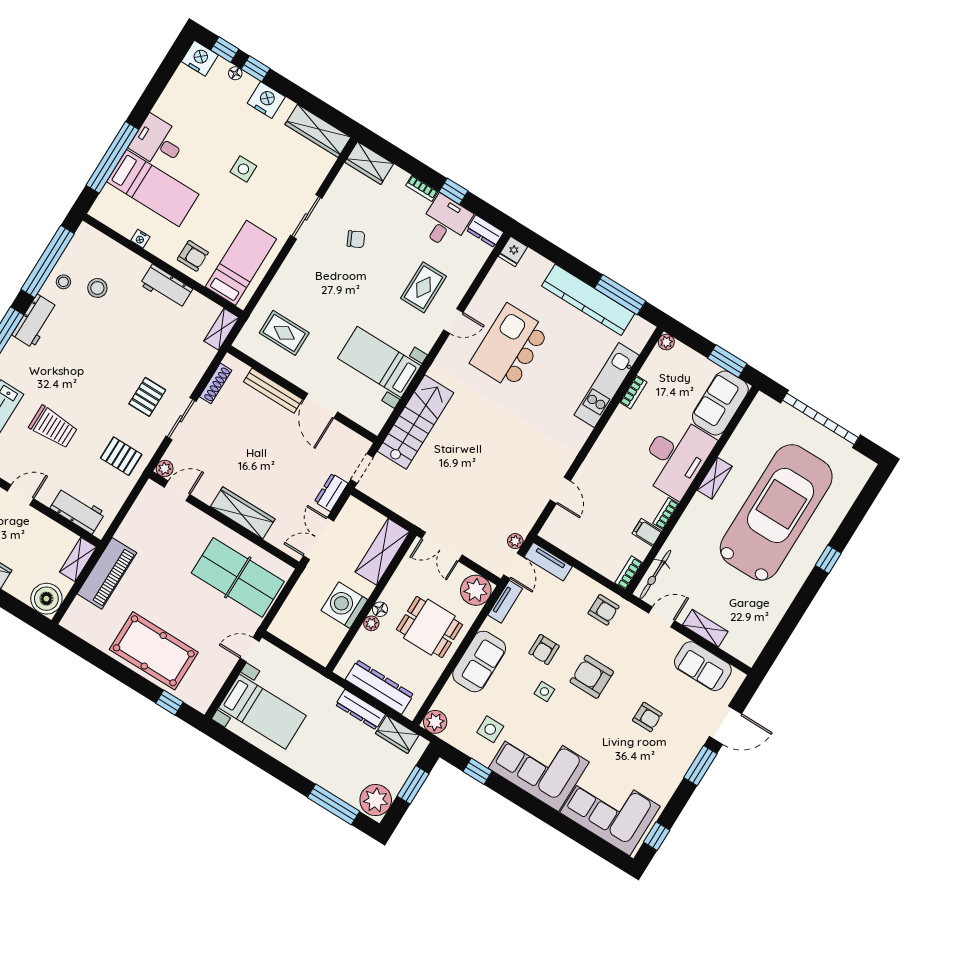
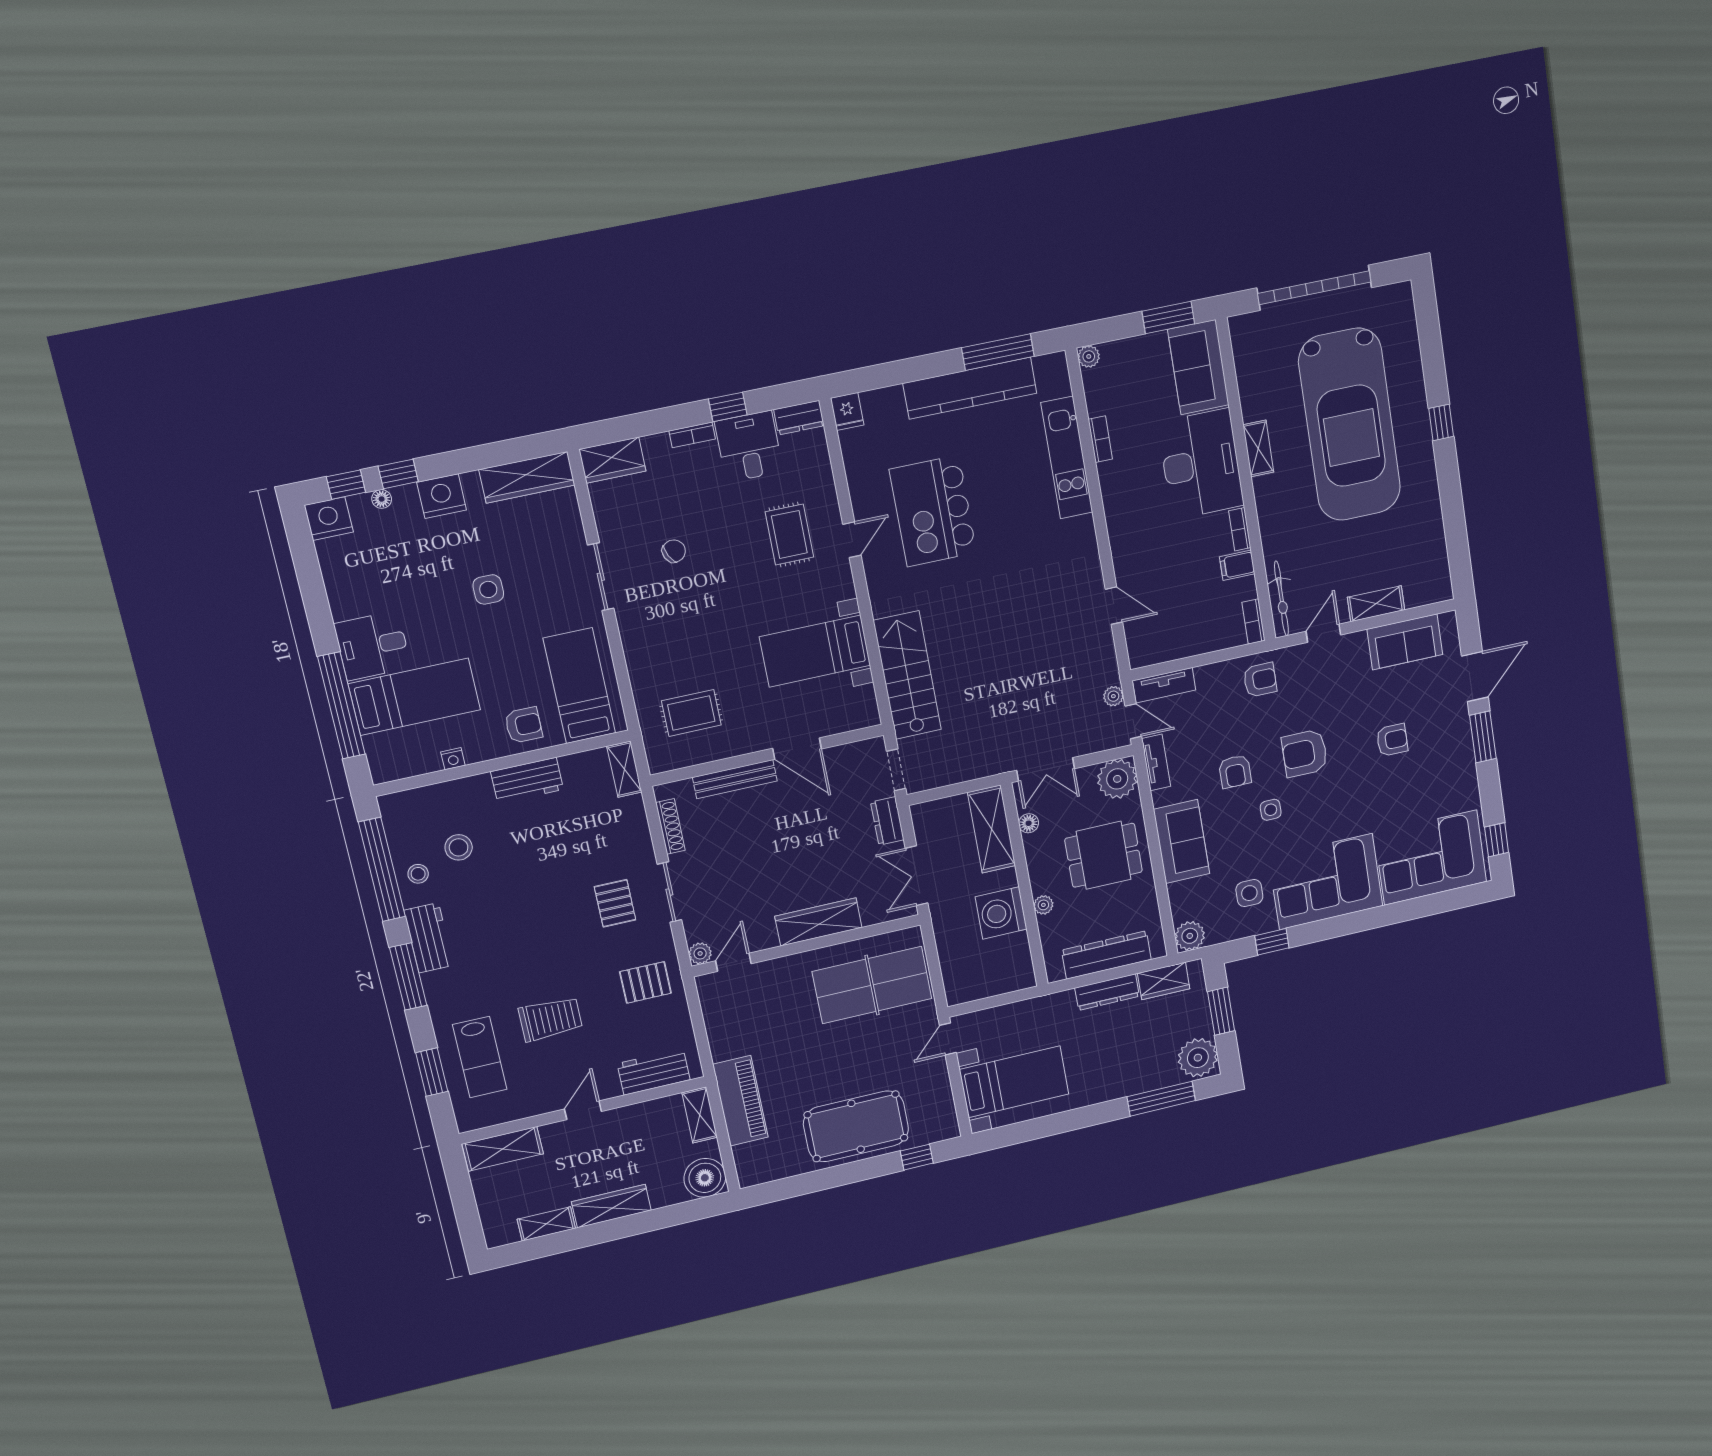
car: (776, 512) -> (1350, 425), turned 180
floor lamp: (380, 609) -> (1029, 823), moved

